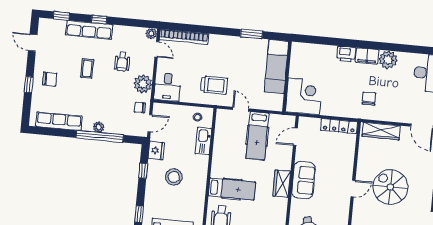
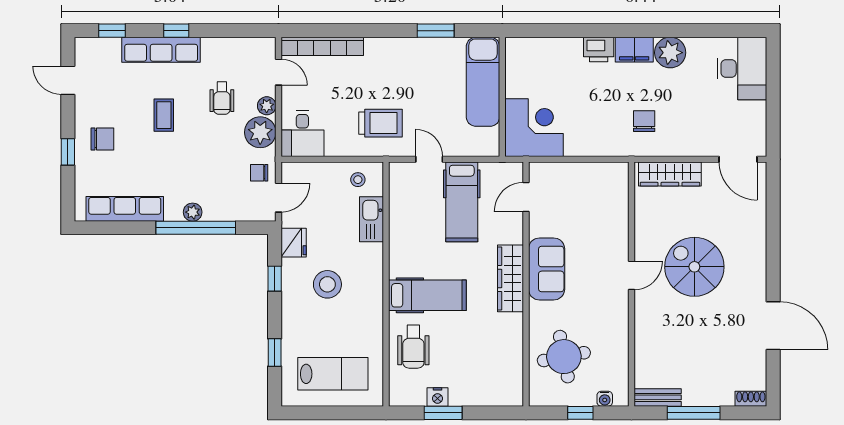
plant: (151, 34) -> (267, 106), moved
locker: (339, 126) -> (598, 172), removed
wardrobe: (282, 184) -> (510, 278), width x1.50

